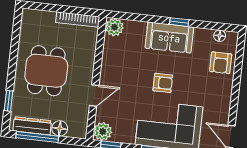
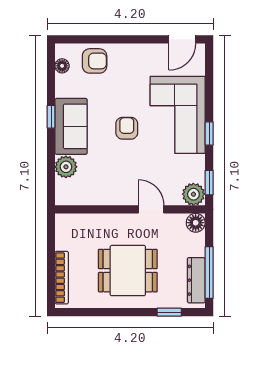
bookcase: (78, 19) -> (62, 278), moved
plant: (114, 27) -> (66, 167), moved
floor lamp: (60, 128) -> (196, 223), moved

